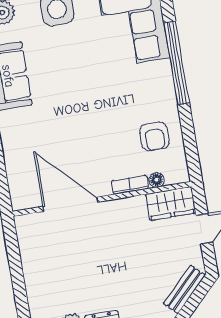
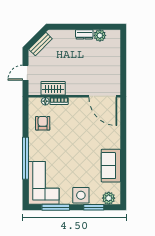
door: (70, 204) -> (103, 96), moved
wardrobe: (171, 204) -> (53, 88), moved

